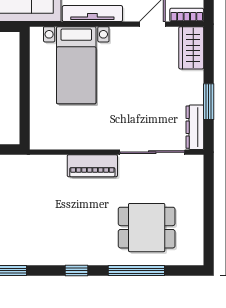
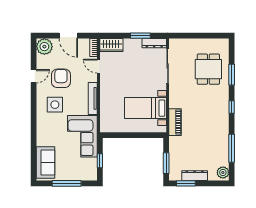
bed with nightstands: (76, 65) -> (145, 108), moved, turned 180
piano: (92, 166) -> (175, 122), moved
window: (136, 271) -> (232, 75), width x0.69

